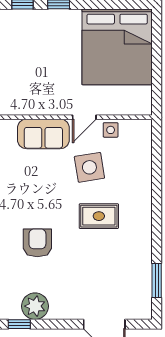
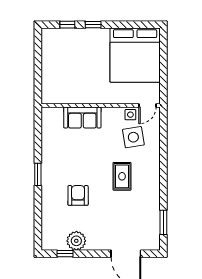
door: (84, 117) -> (148, 106), moved
side table: (89, 167) -> (133, 137), moved
rug: (99, 216) -> (122, 176), turned 90

